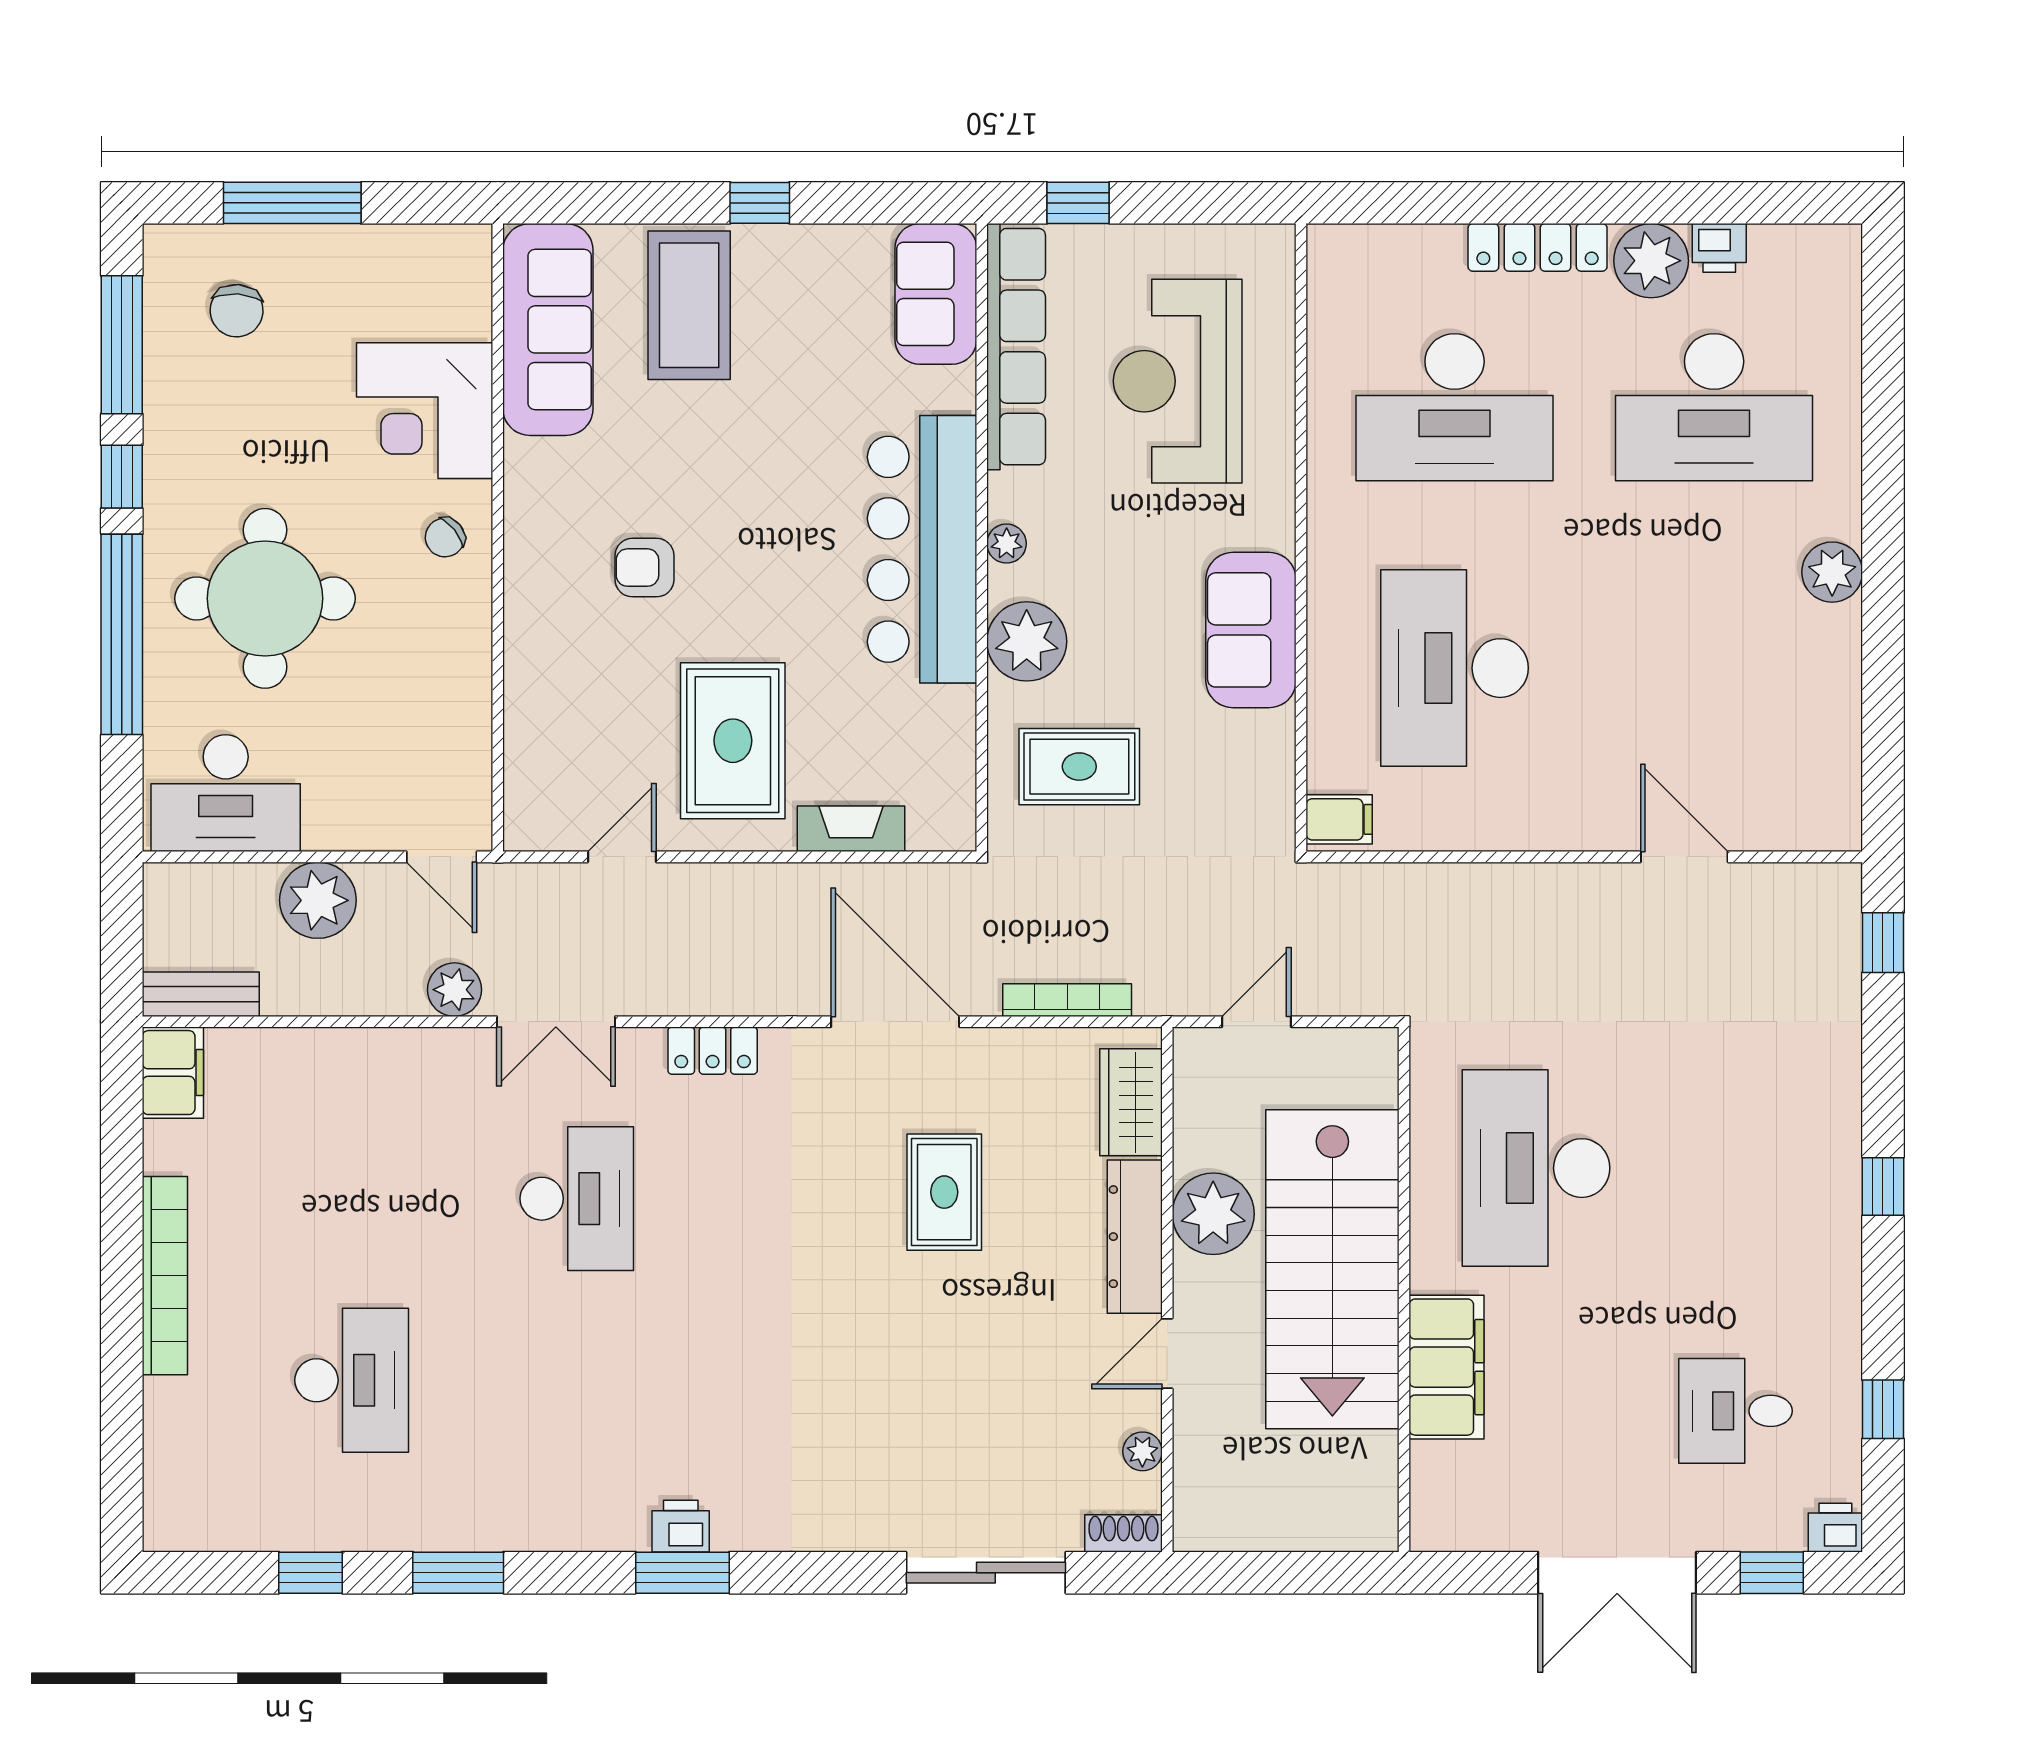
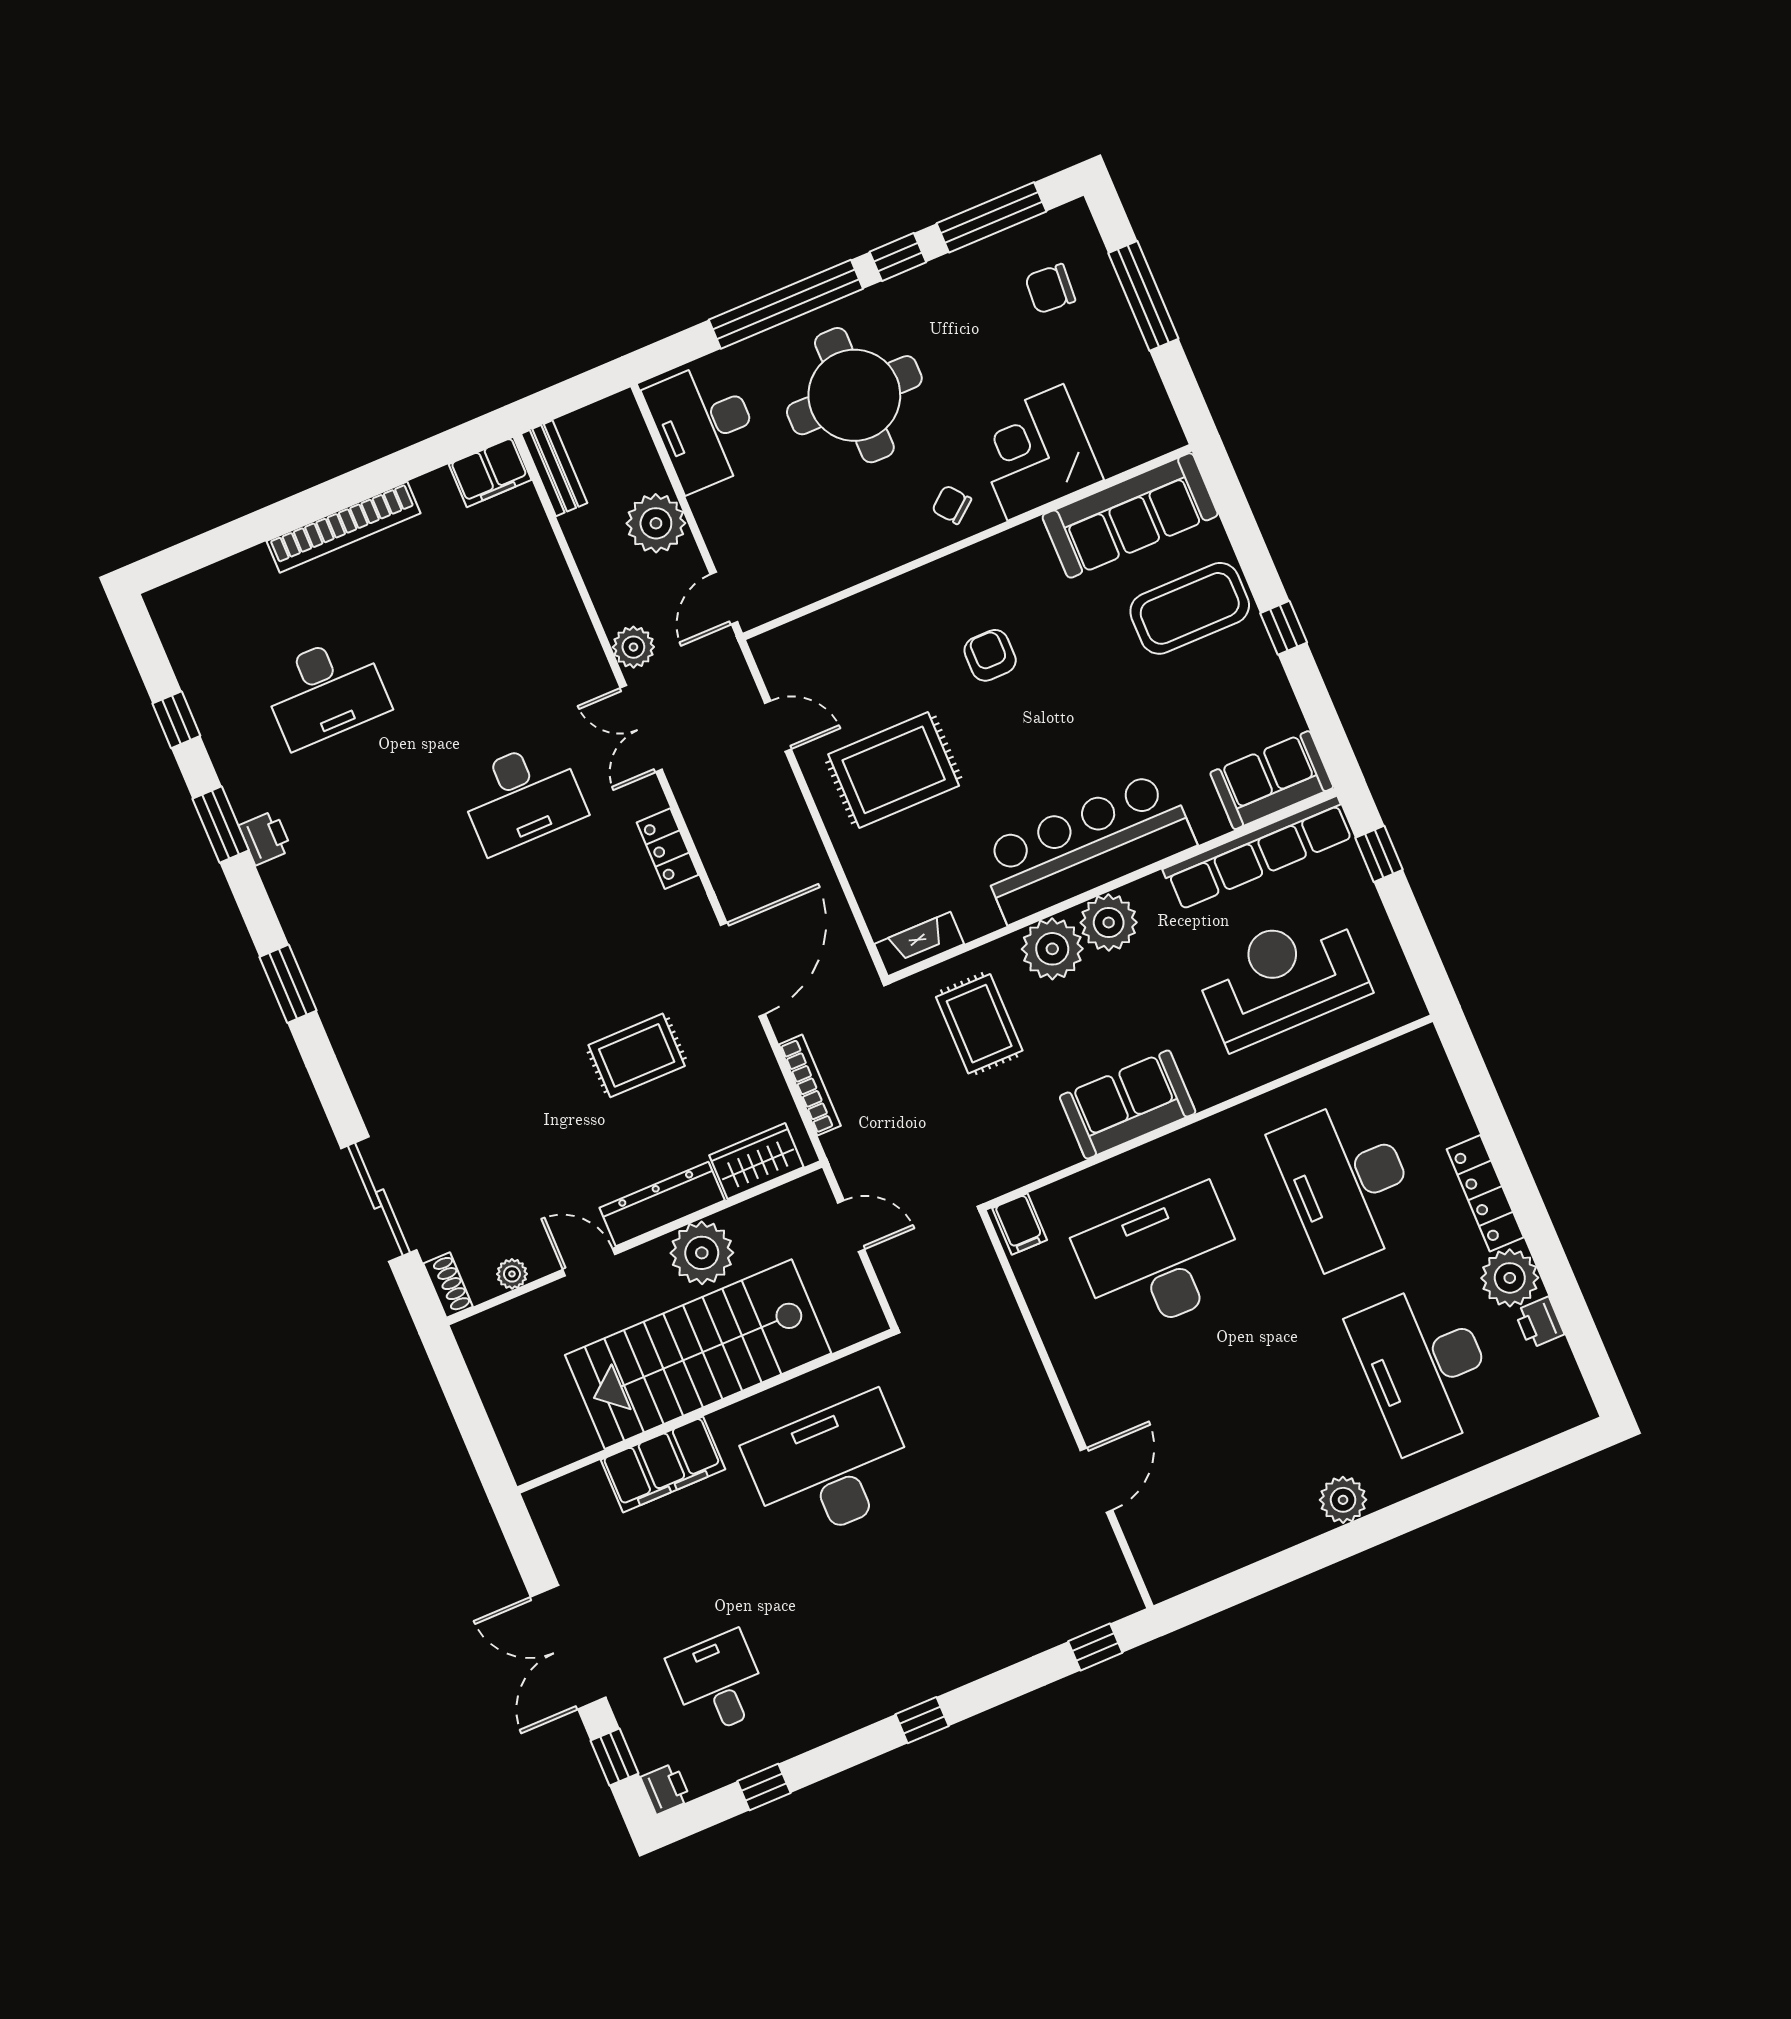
plant: (1007, 544) -> (1109, 923), width x1.87, depth x1.87
fireplace: (851, 829) -> (919, 944), moved, turned -90
printer: (681, 1526) -> (265, 838), moved

